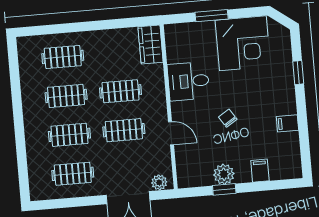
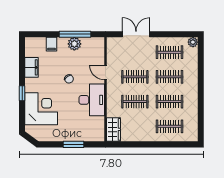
corner desk: (243, 43) -> (41, 109), moved, turned 90
window: (298, 73) -> (22, 93), moved
desk: (188, 81) -> (92, 100), width x1.37
filing cabinet: (287, 123) -> (32, 67), width x2.00
plant: (159, 182) -> (193, 42), moved
window: (224, 189) -> (75, 34), width x2.17

